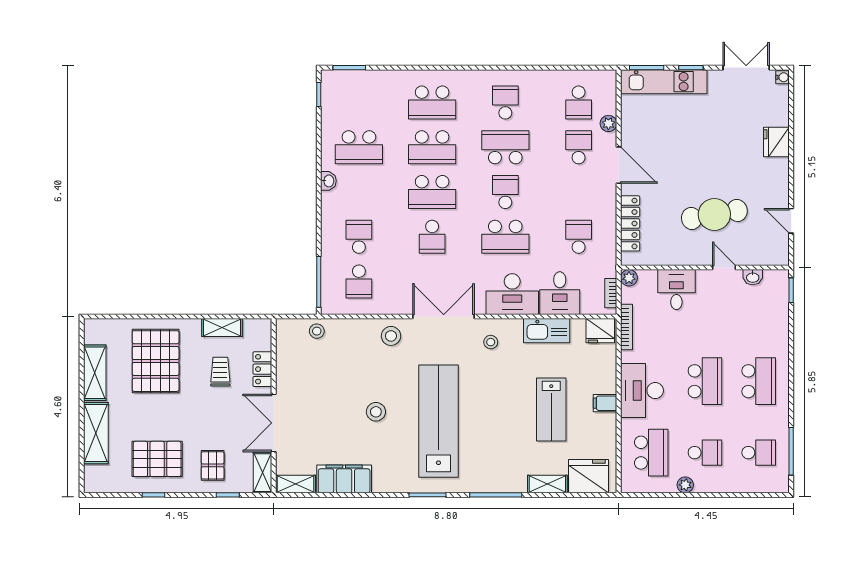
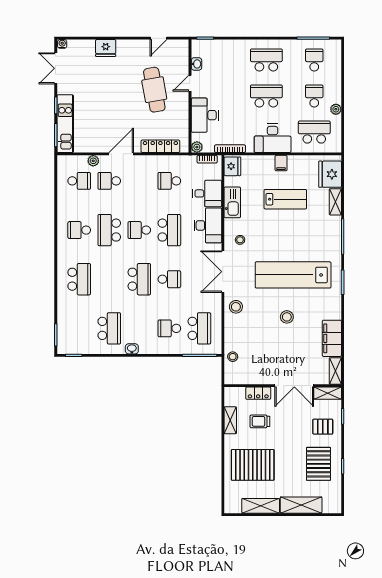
school desk: (432, 147) -> (109, 279), removed
school desk: (359, 282) -> (199, 328), width x1.85
desk: (676, 290) -> (205, 115), width x1.37

